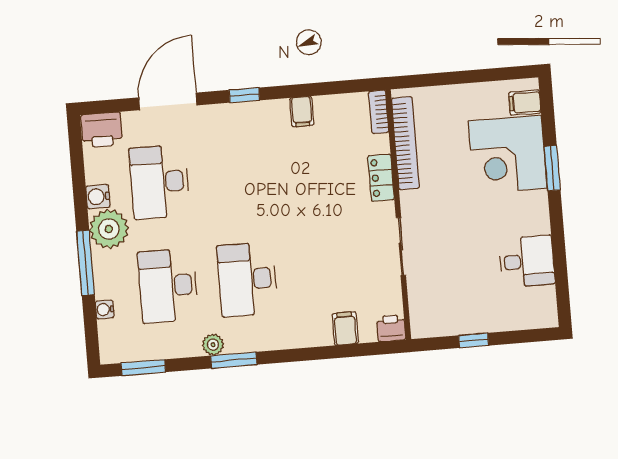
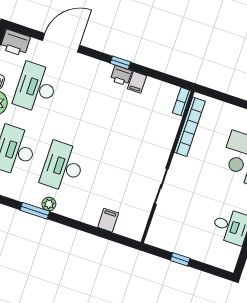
window: (244, 95) -> (120, 63), moved
locker: (381, 178) -> (167, 141), removed
printer: (391, 328) -> (121, 76), moved, turned 180
plant: (213, 345) -> (49, 204), moved

